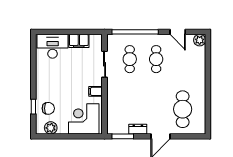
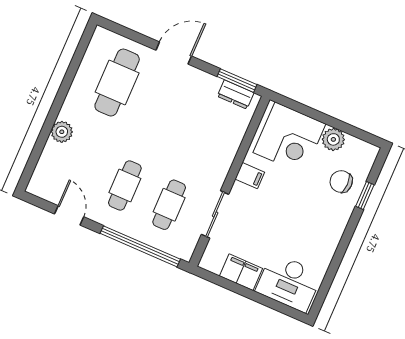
plant: (200, 40) -> (62, 132), moved
plant: (51, 128) -> (333, 139), moved
dresser: (138, 129) -> (236, 94), moved

